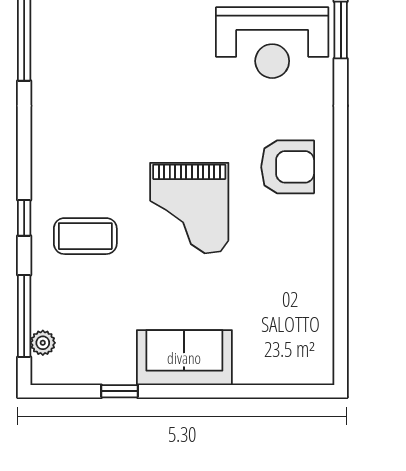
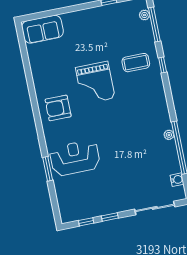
plant: (42, 52) -> (169, 135), added
grand piano: (189, 208) -> (95, 83), turned 180
sofa: (184, 358) -> (43, 29), moved

